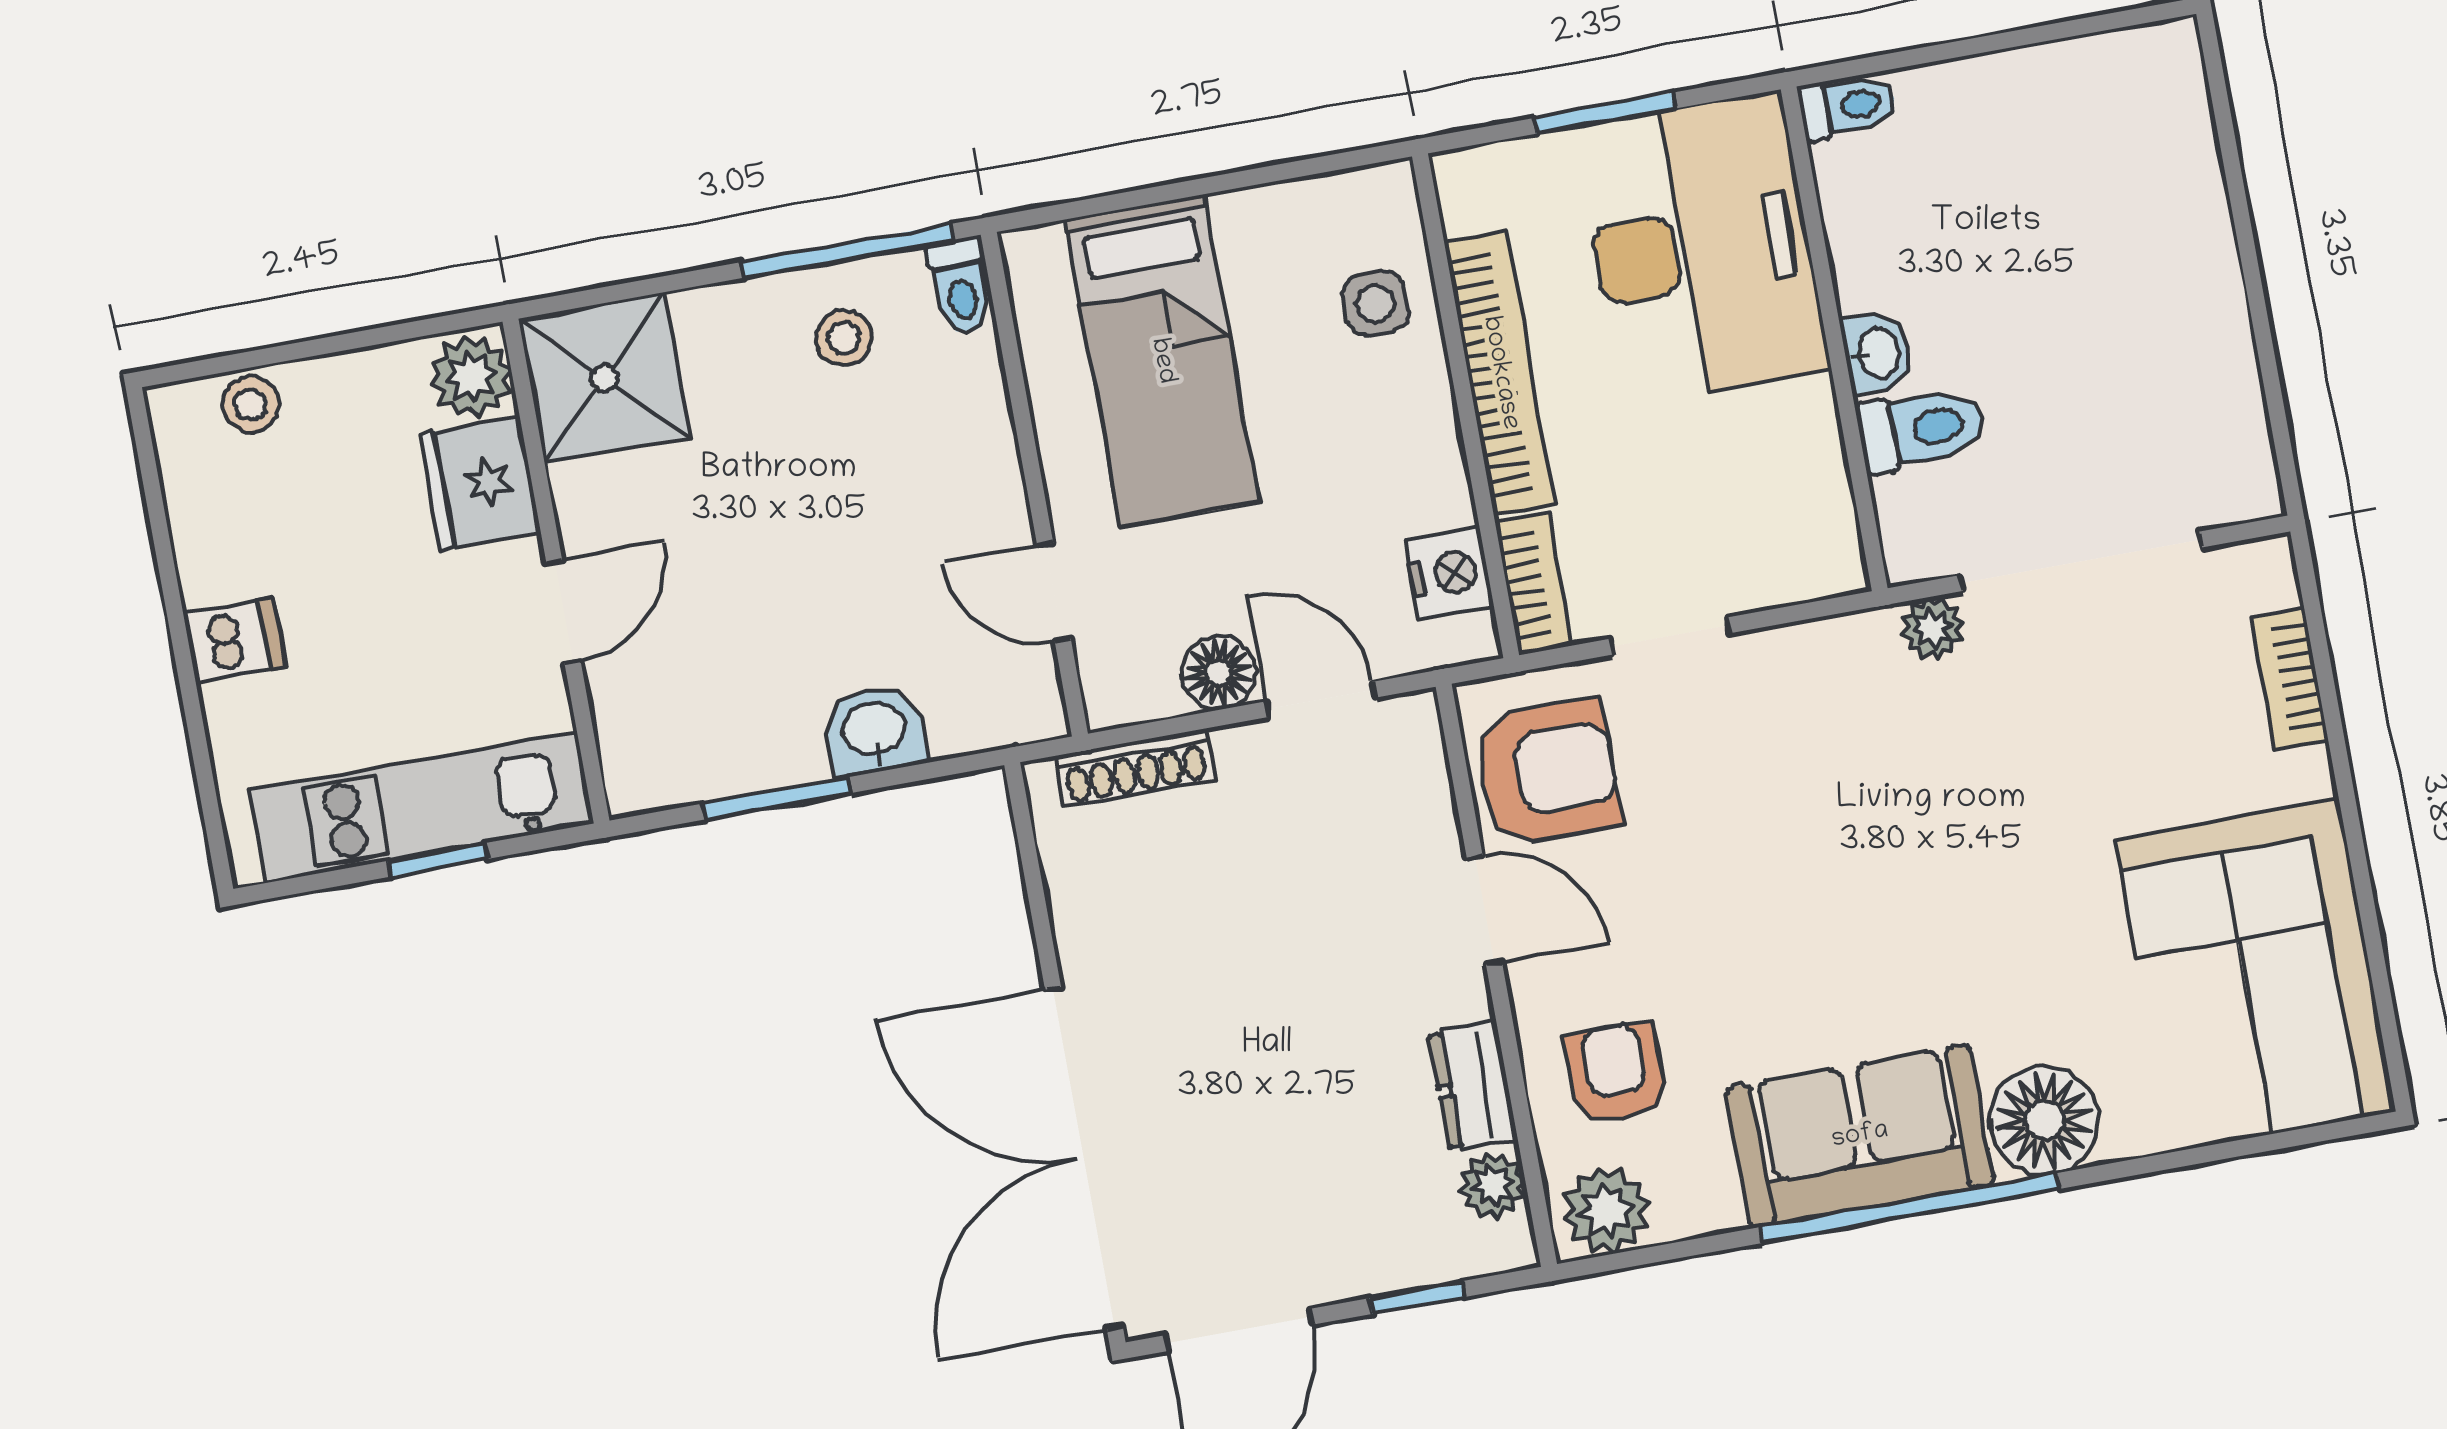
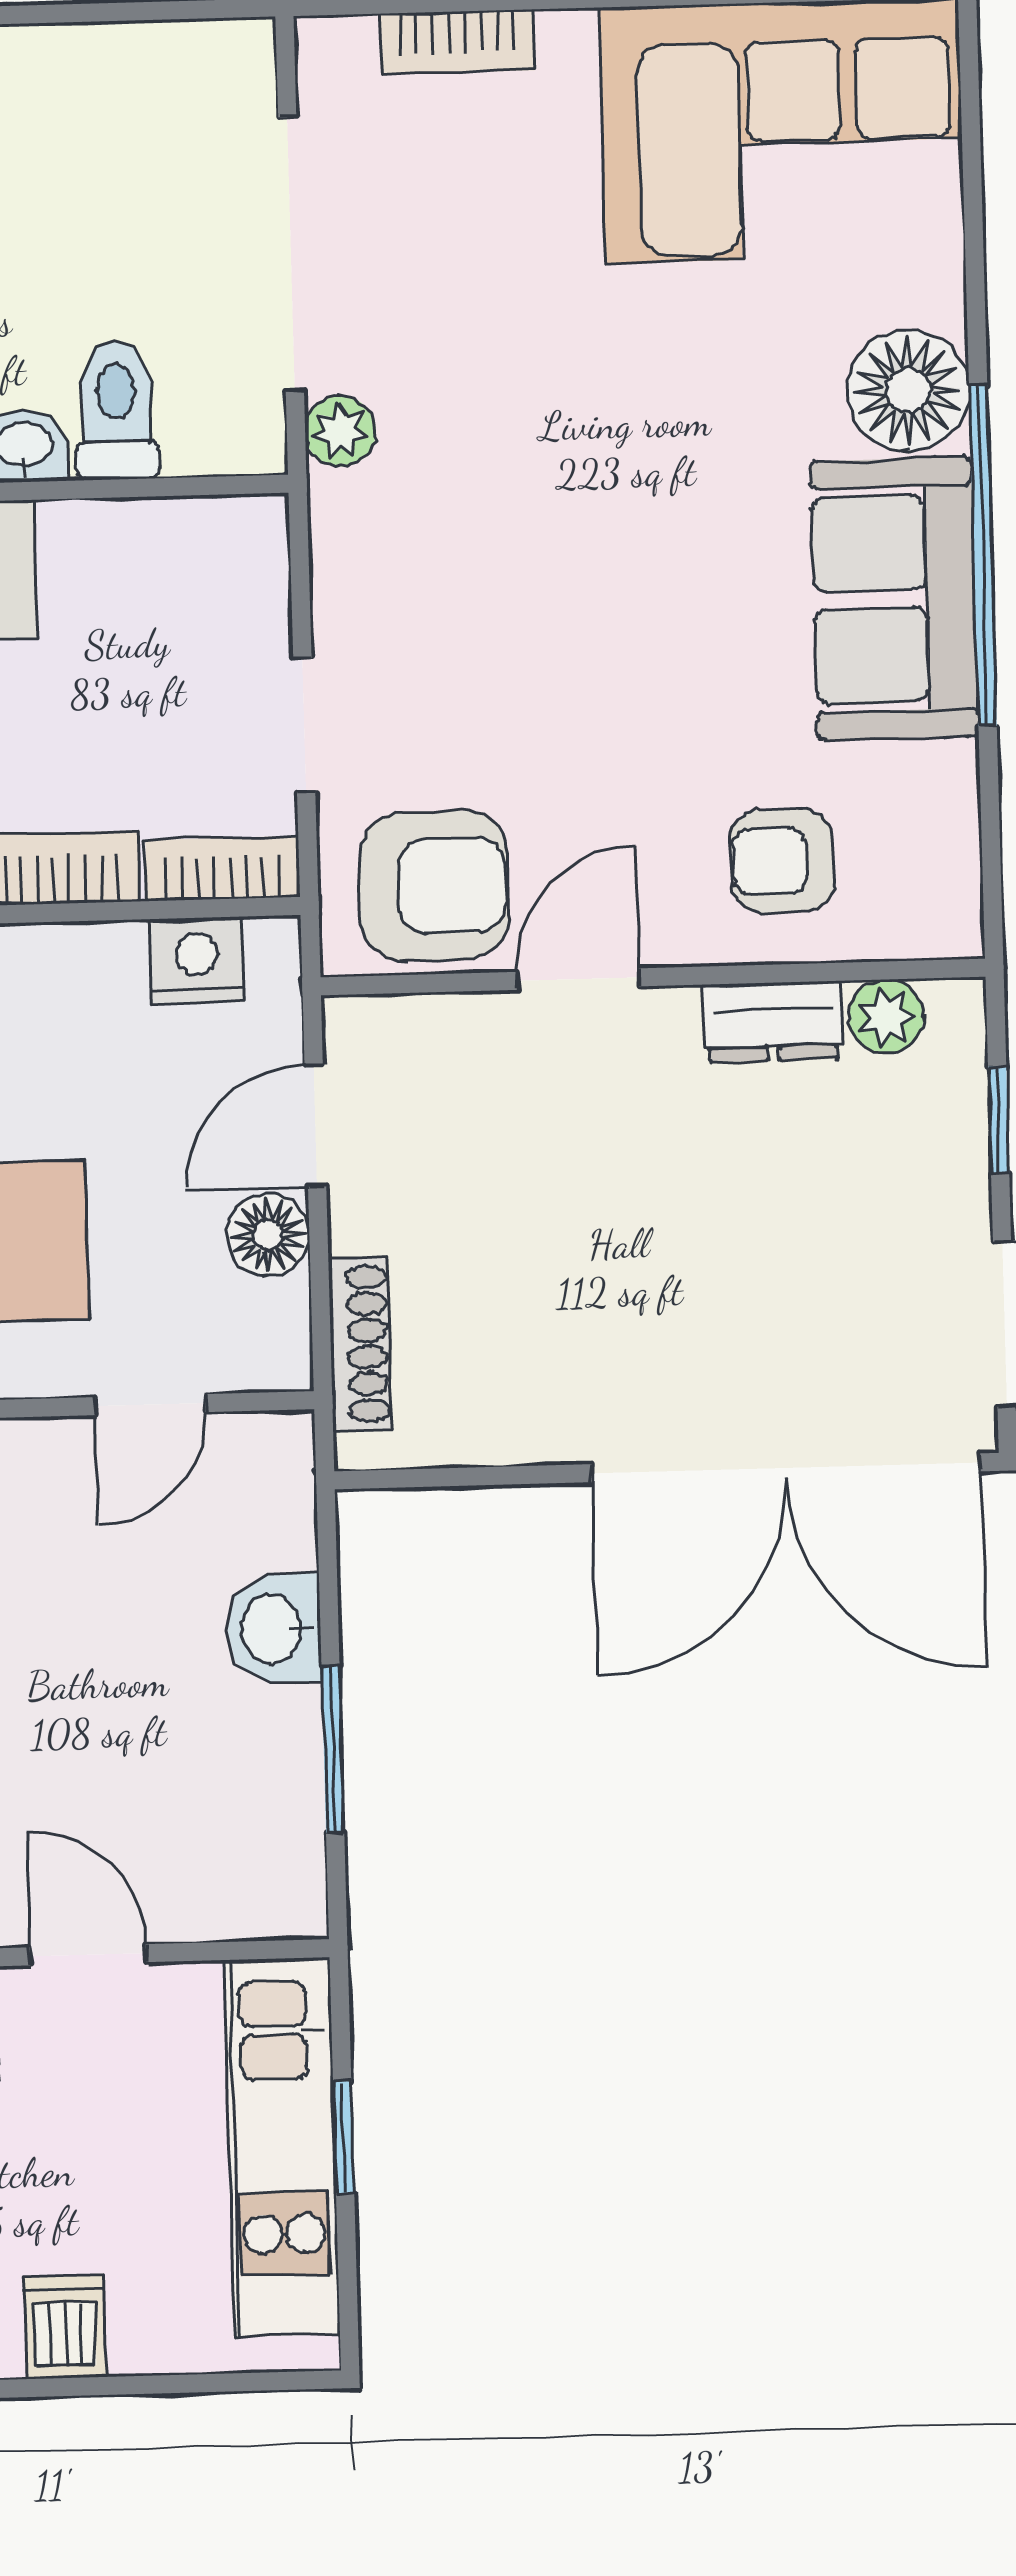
armchair: (1547, 771) -> (434, 886), turned 90
plant: (1606, 1211) -> (934, 894), removed

